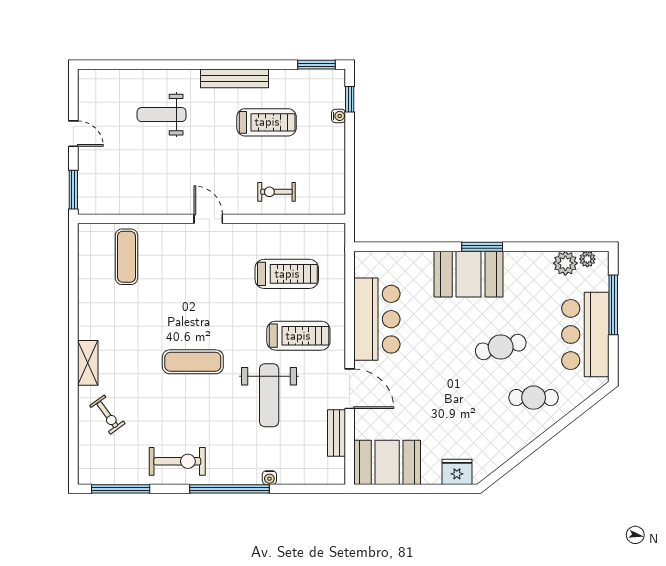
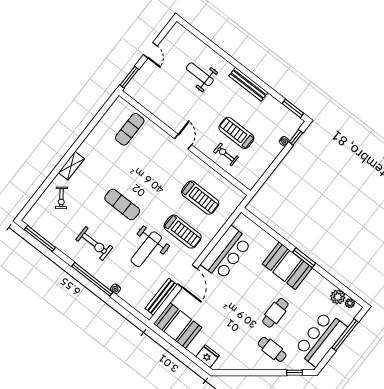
treadmill: (267, 122) -> (236, 133), moved, turned 180
cafe table: (501, 347) -> (275, 313), turned -76
window: (586, 405) -> (295, 373), added
bench: (336, 433) -> (161, 297), width x1.36
exercise bike: (177, 461) -> (94, 243), moved

